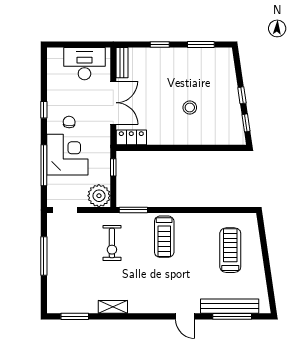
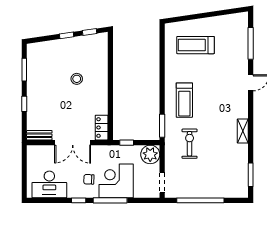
desk: (84, 64) -> (49, 184), moved, turned -90
double door: (113, 103) -> (73, 143), swing flipped
window: (44, 165) -> (110, 200), moved
treadmill: (164, 237) -> (184, 100), turned 90
exercise bike: (112, 243) -> (190, 144), turned -90
window: (44, 256) -> (200, 200), width x1.46
bench: (230, 306) -> (242, 46), removed
shelving: (113, 307) -> (243, 131), moved

